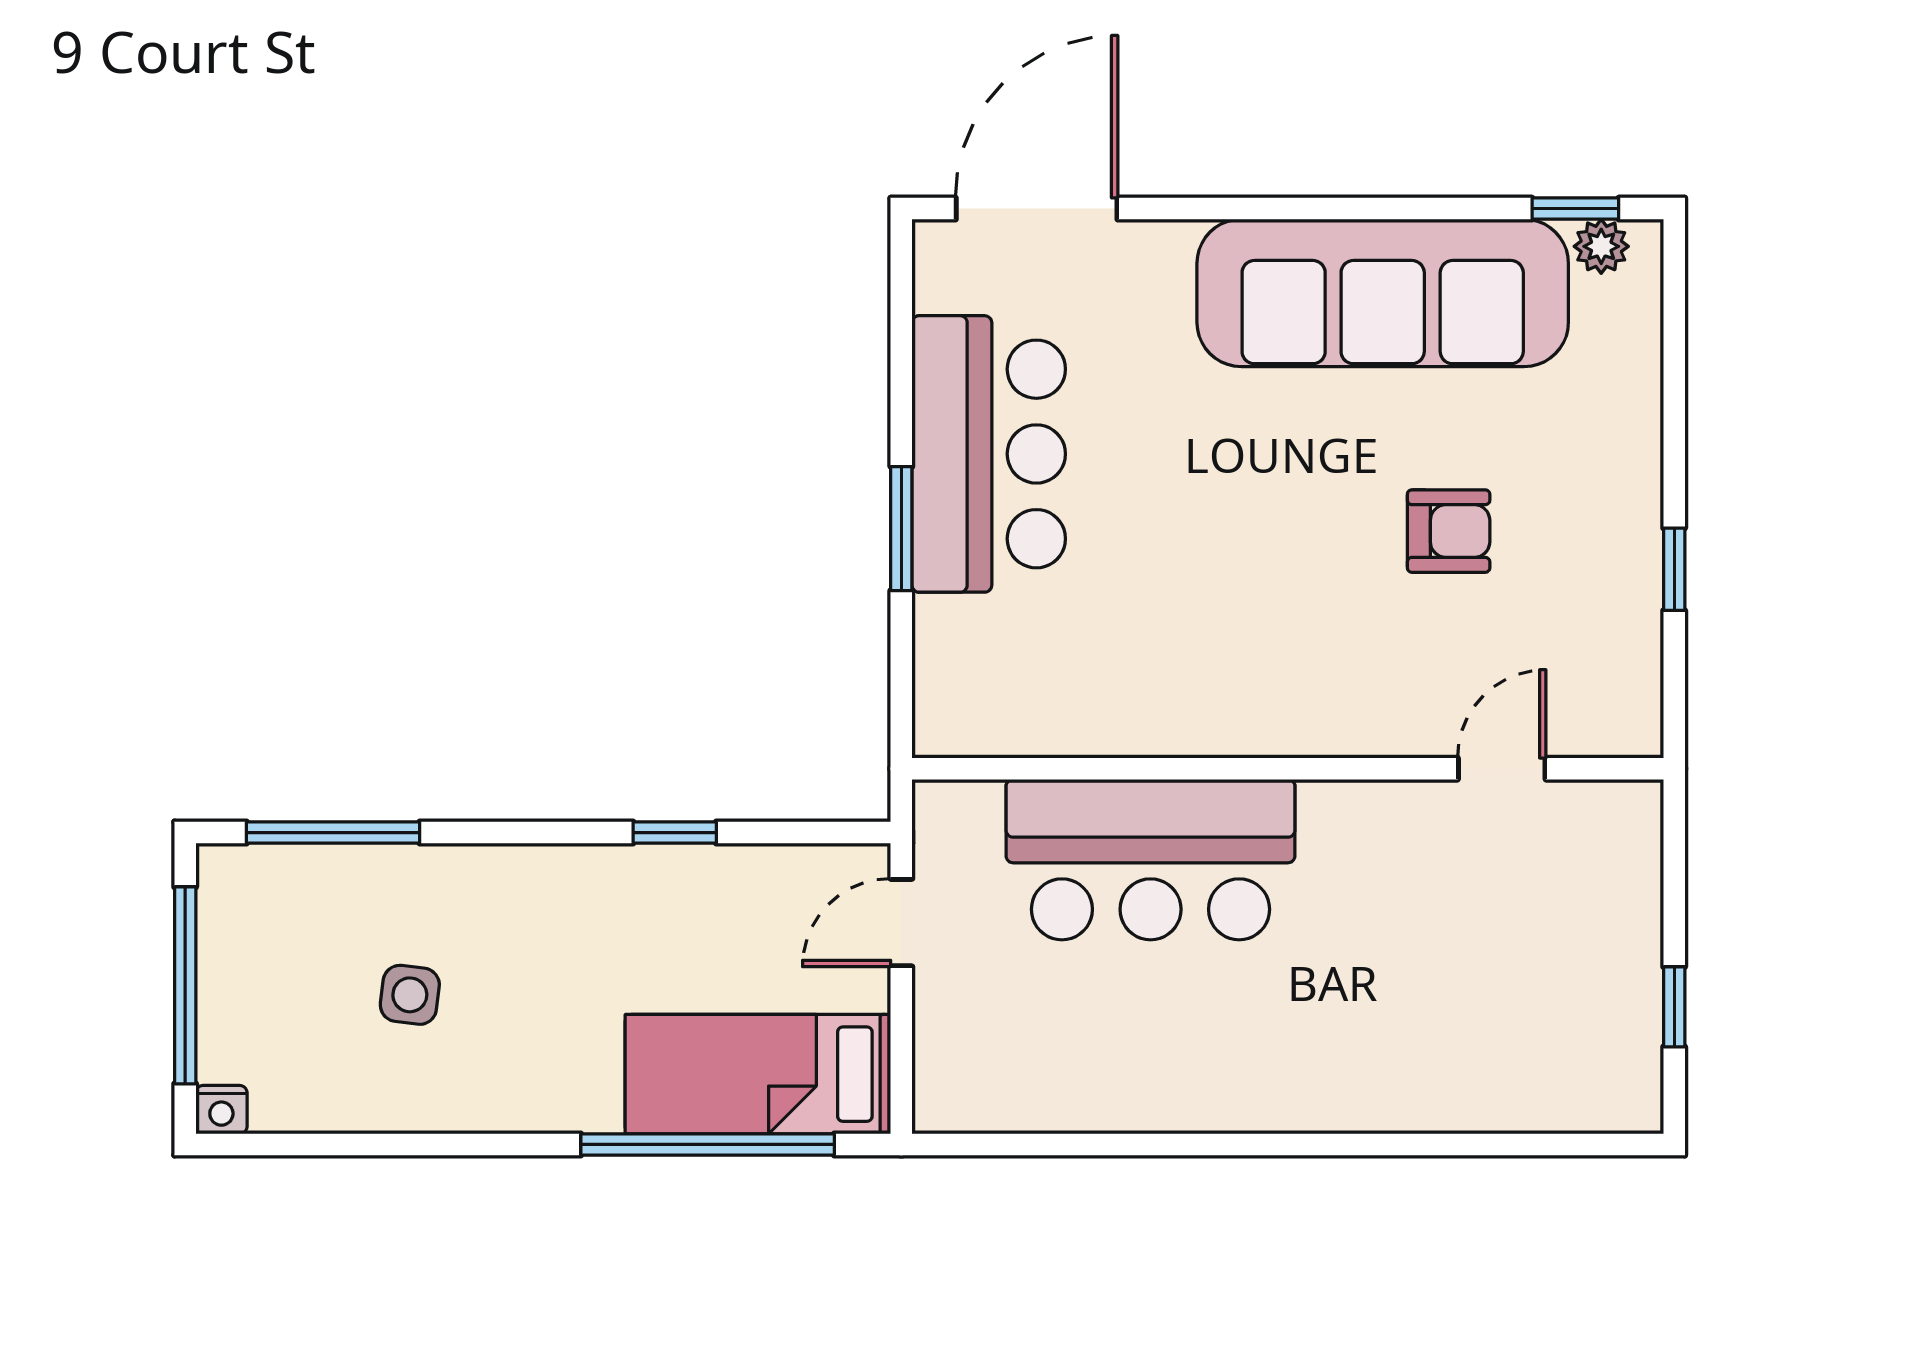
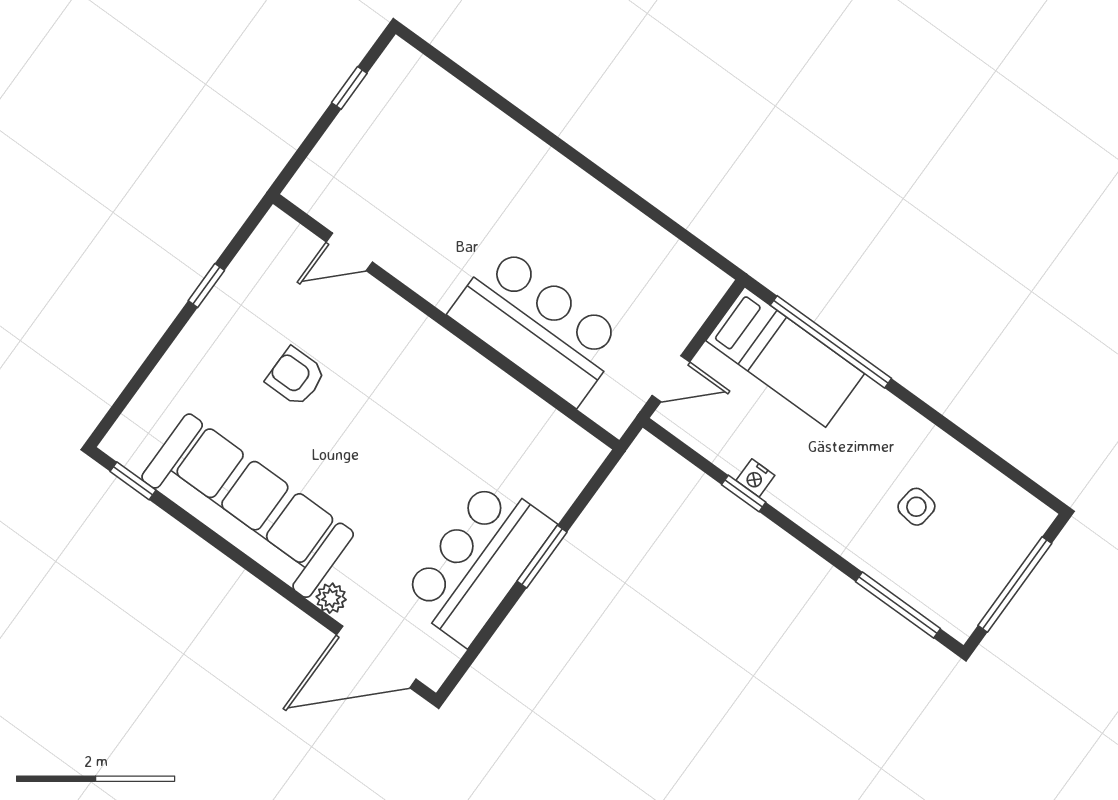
plant: (1601, 246) -> (331, 598), moved
nightstand: (221, 1110) -> (755, 478), moved, turned 180

